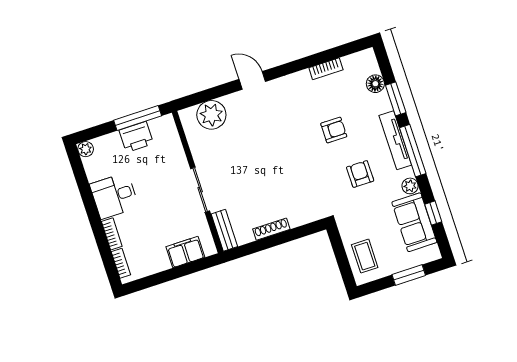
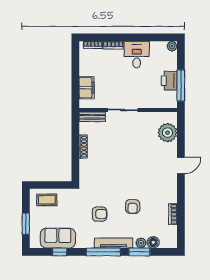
plant: (410, 186) -> (141, 243), moved

